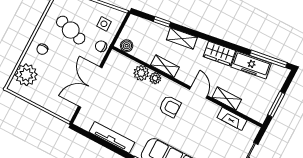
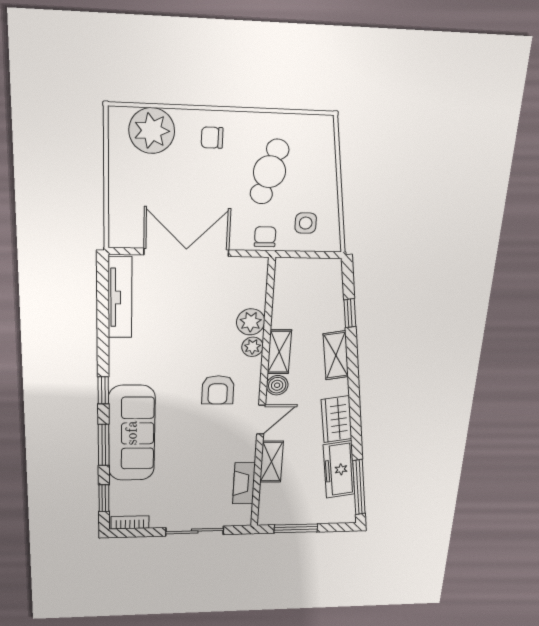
boiler: (127, 46) -> (277, 385), moved
tv unit: (112, 137) -> (120, 298), moved

